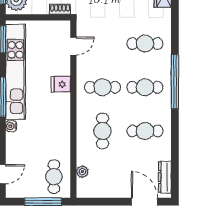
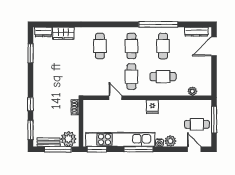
door: (73, 46) -> (115, 98), moved
window: (175, 82) -> (158, 24), moved
fridge: (61, 84) -> (152, 107), moved
plant: (13, 141) -> (170, 141), added
cafe table: (54, 177) -> (197, 124), moved

